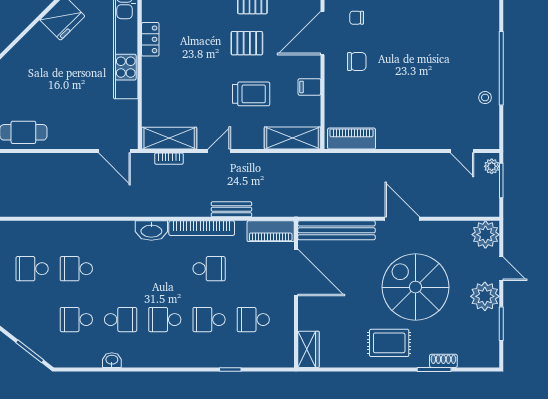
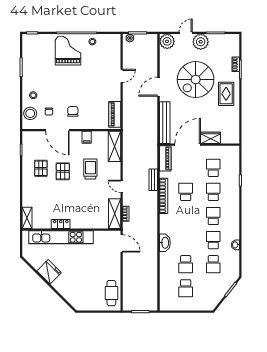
grand piano: (469, 53) -> (68, 51), added
door: (115, 151) -> (122, 243), hinge flipped
door: (462, 151) -> (122, 76), moved
washbasin: (151, 231) -> (165, 243), moved
school desk: (165, 320) -> (213, 216), turned 180
school desk: (209, 320) -> (213, 192), turned 180
school desk: (253, 320) -> (213, 168), turned 180
wardrobe: (308, 349) -> (210, 138), moved

